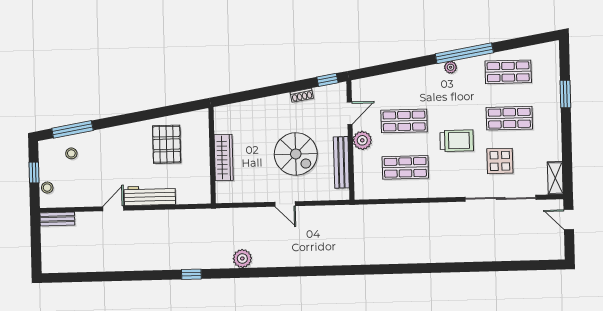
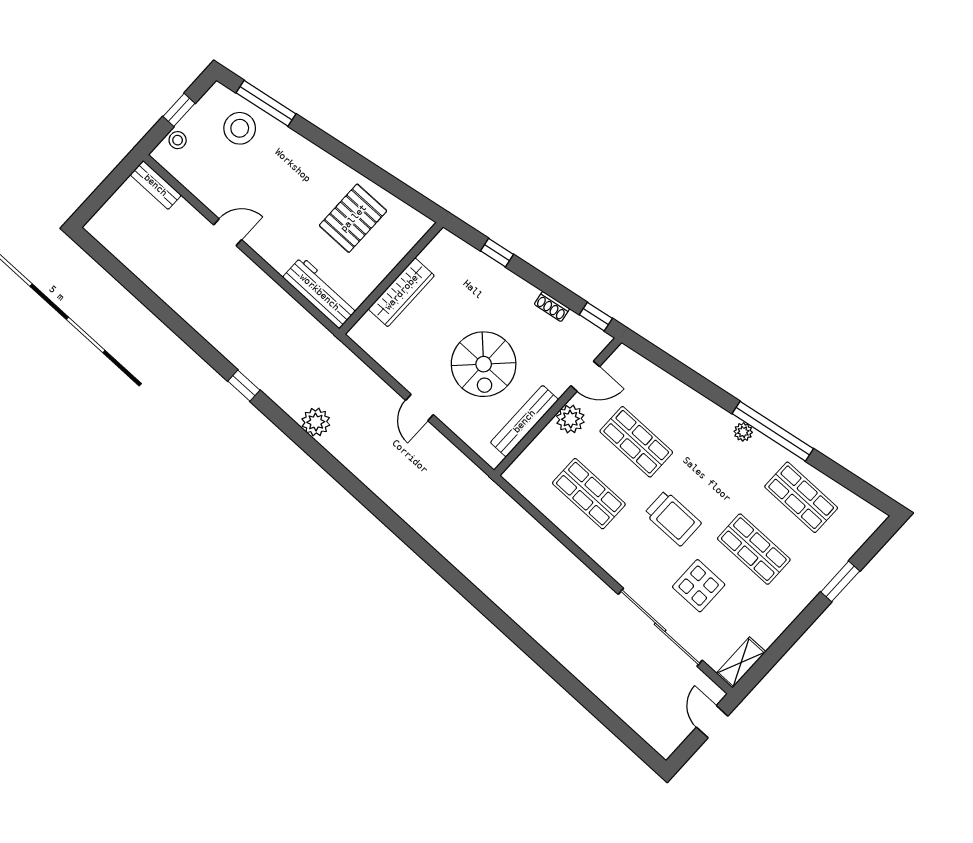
window: (251, 95) -> (497, 253), added
stool: (71, 153) -> (240, 128), width x1.89, depth x1.89
workbench: (150, 196) -> (320, 292), moved

